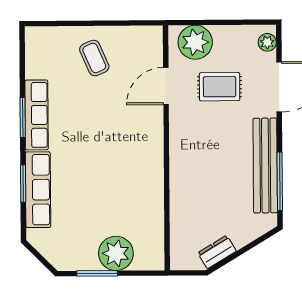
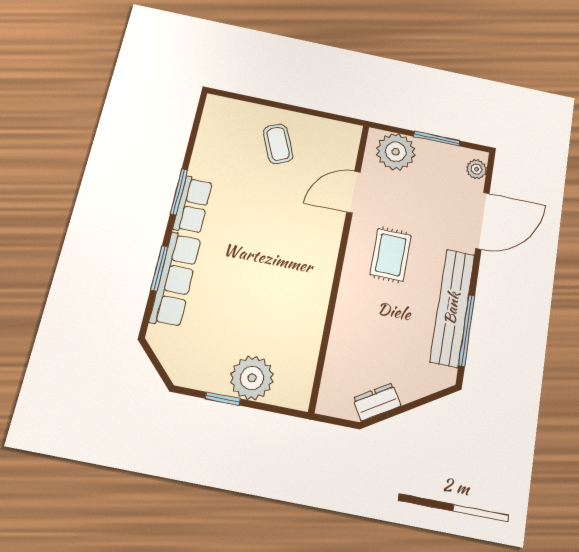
window: (228, 22) -> (437, 139), added
rug: (220, 87) -> (391, 255), moved, turned 90
row of seats: (37, 115) -> (193, 205), width x0.68
window: (97, 273) -> (223, 399), width x0.67

